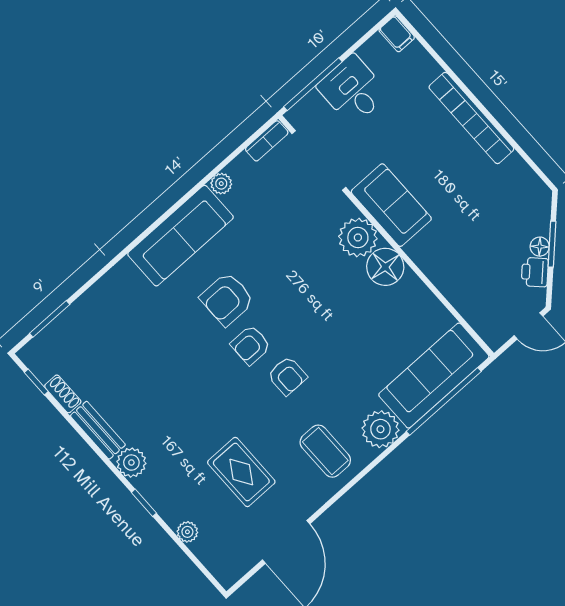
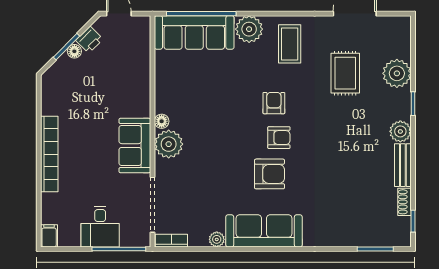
floor lamp: (385, 267) -> (162, 121), width x0.53, depth x0.53
plant: (187, 532) -> (397, 73), width x1.88, depth x1.88

